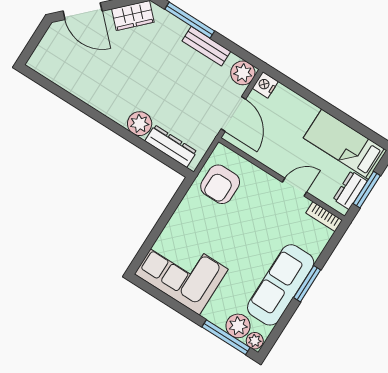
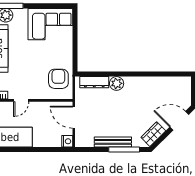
bench: (206, 46) -> (113, 142), width x1.36
plant: (243, 73) -> (82, 140), removed

